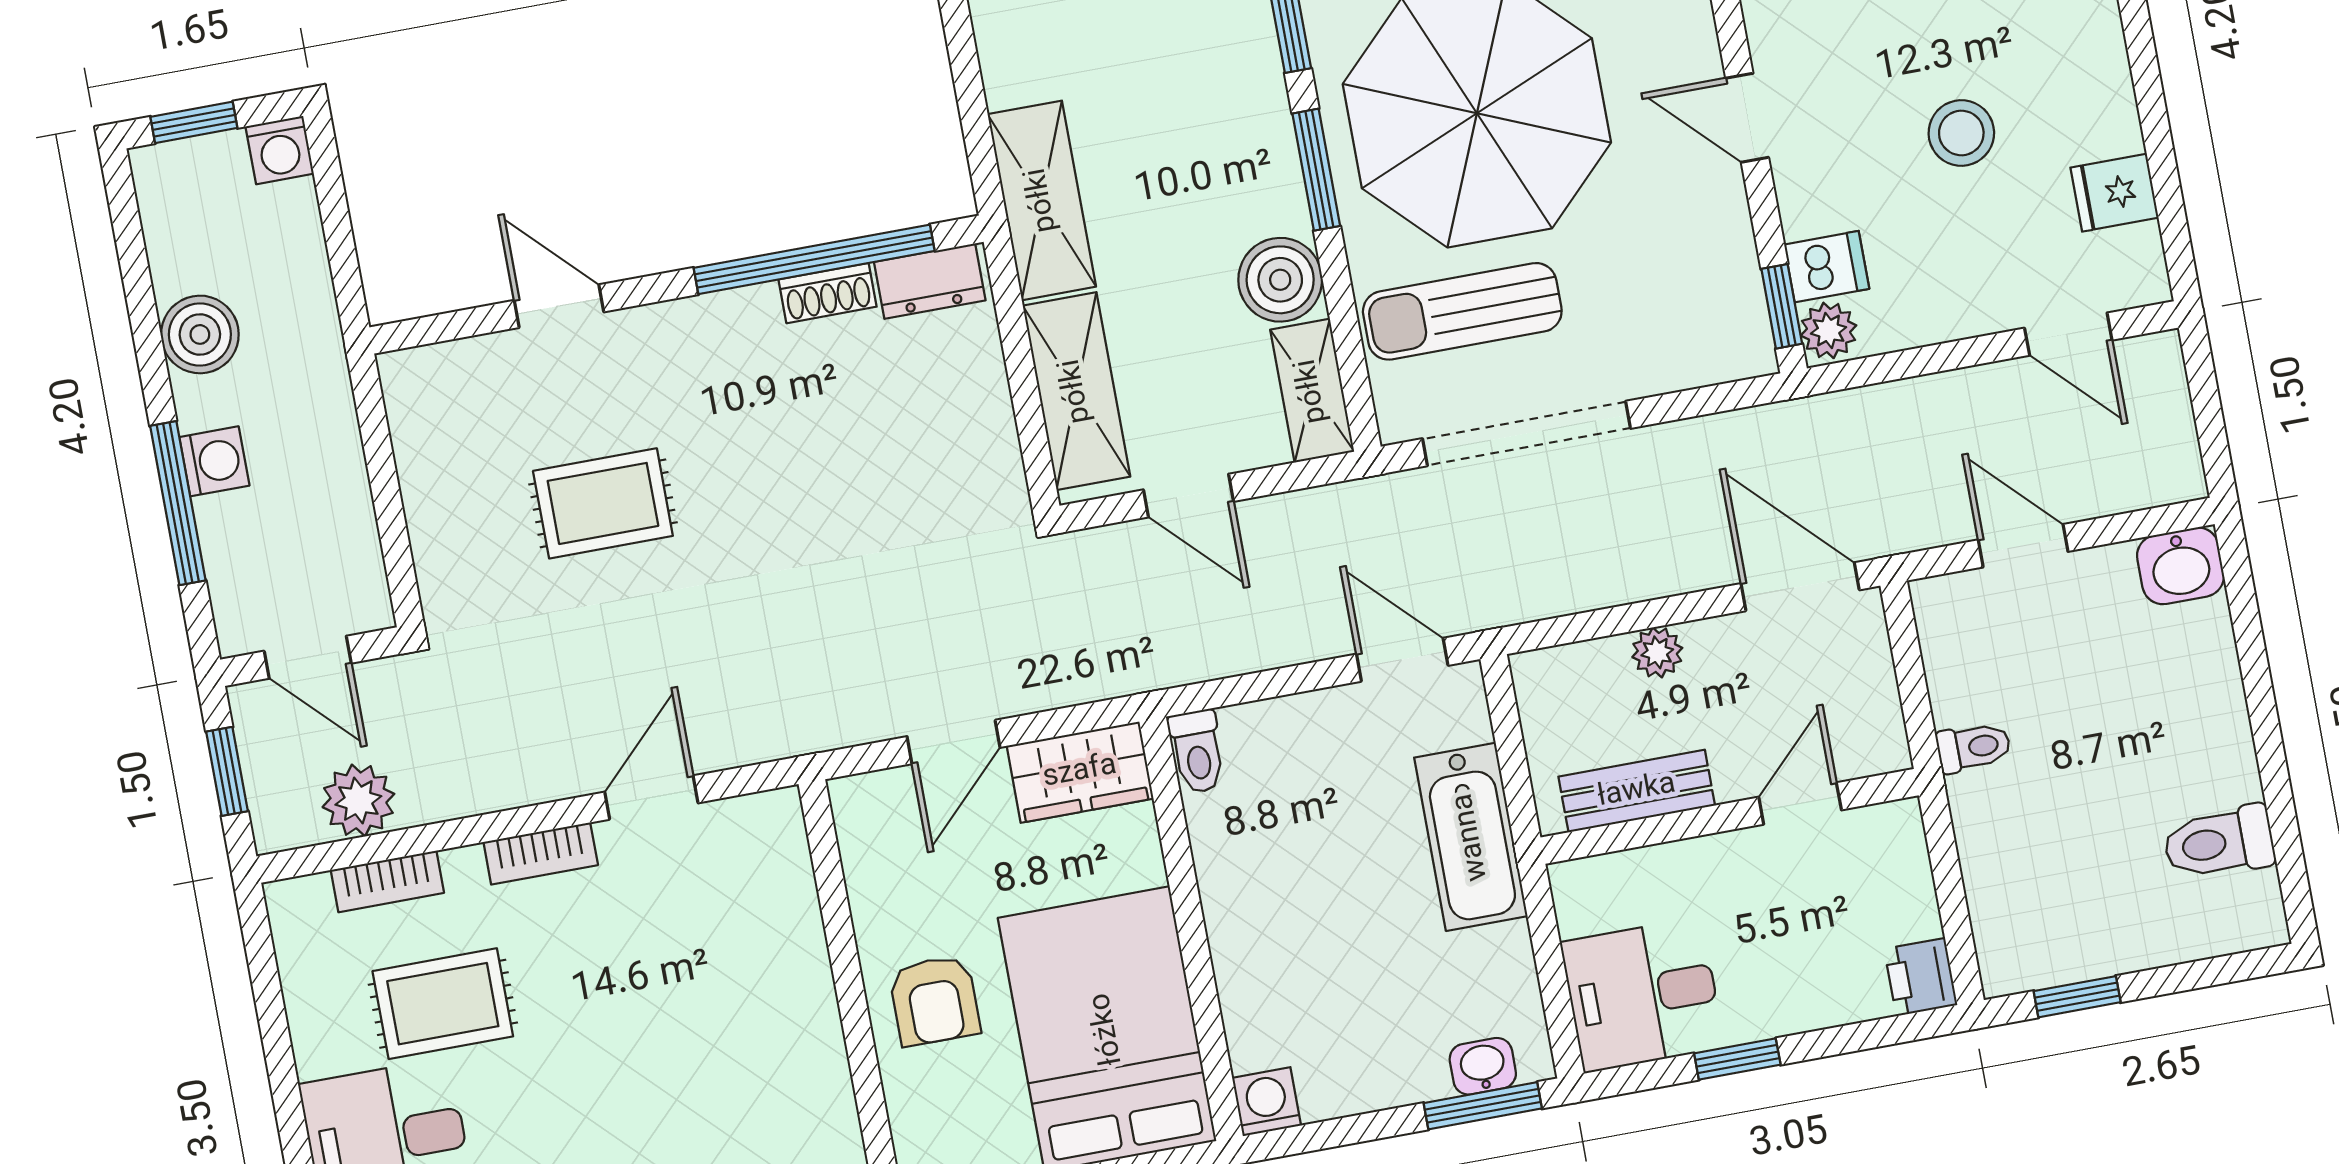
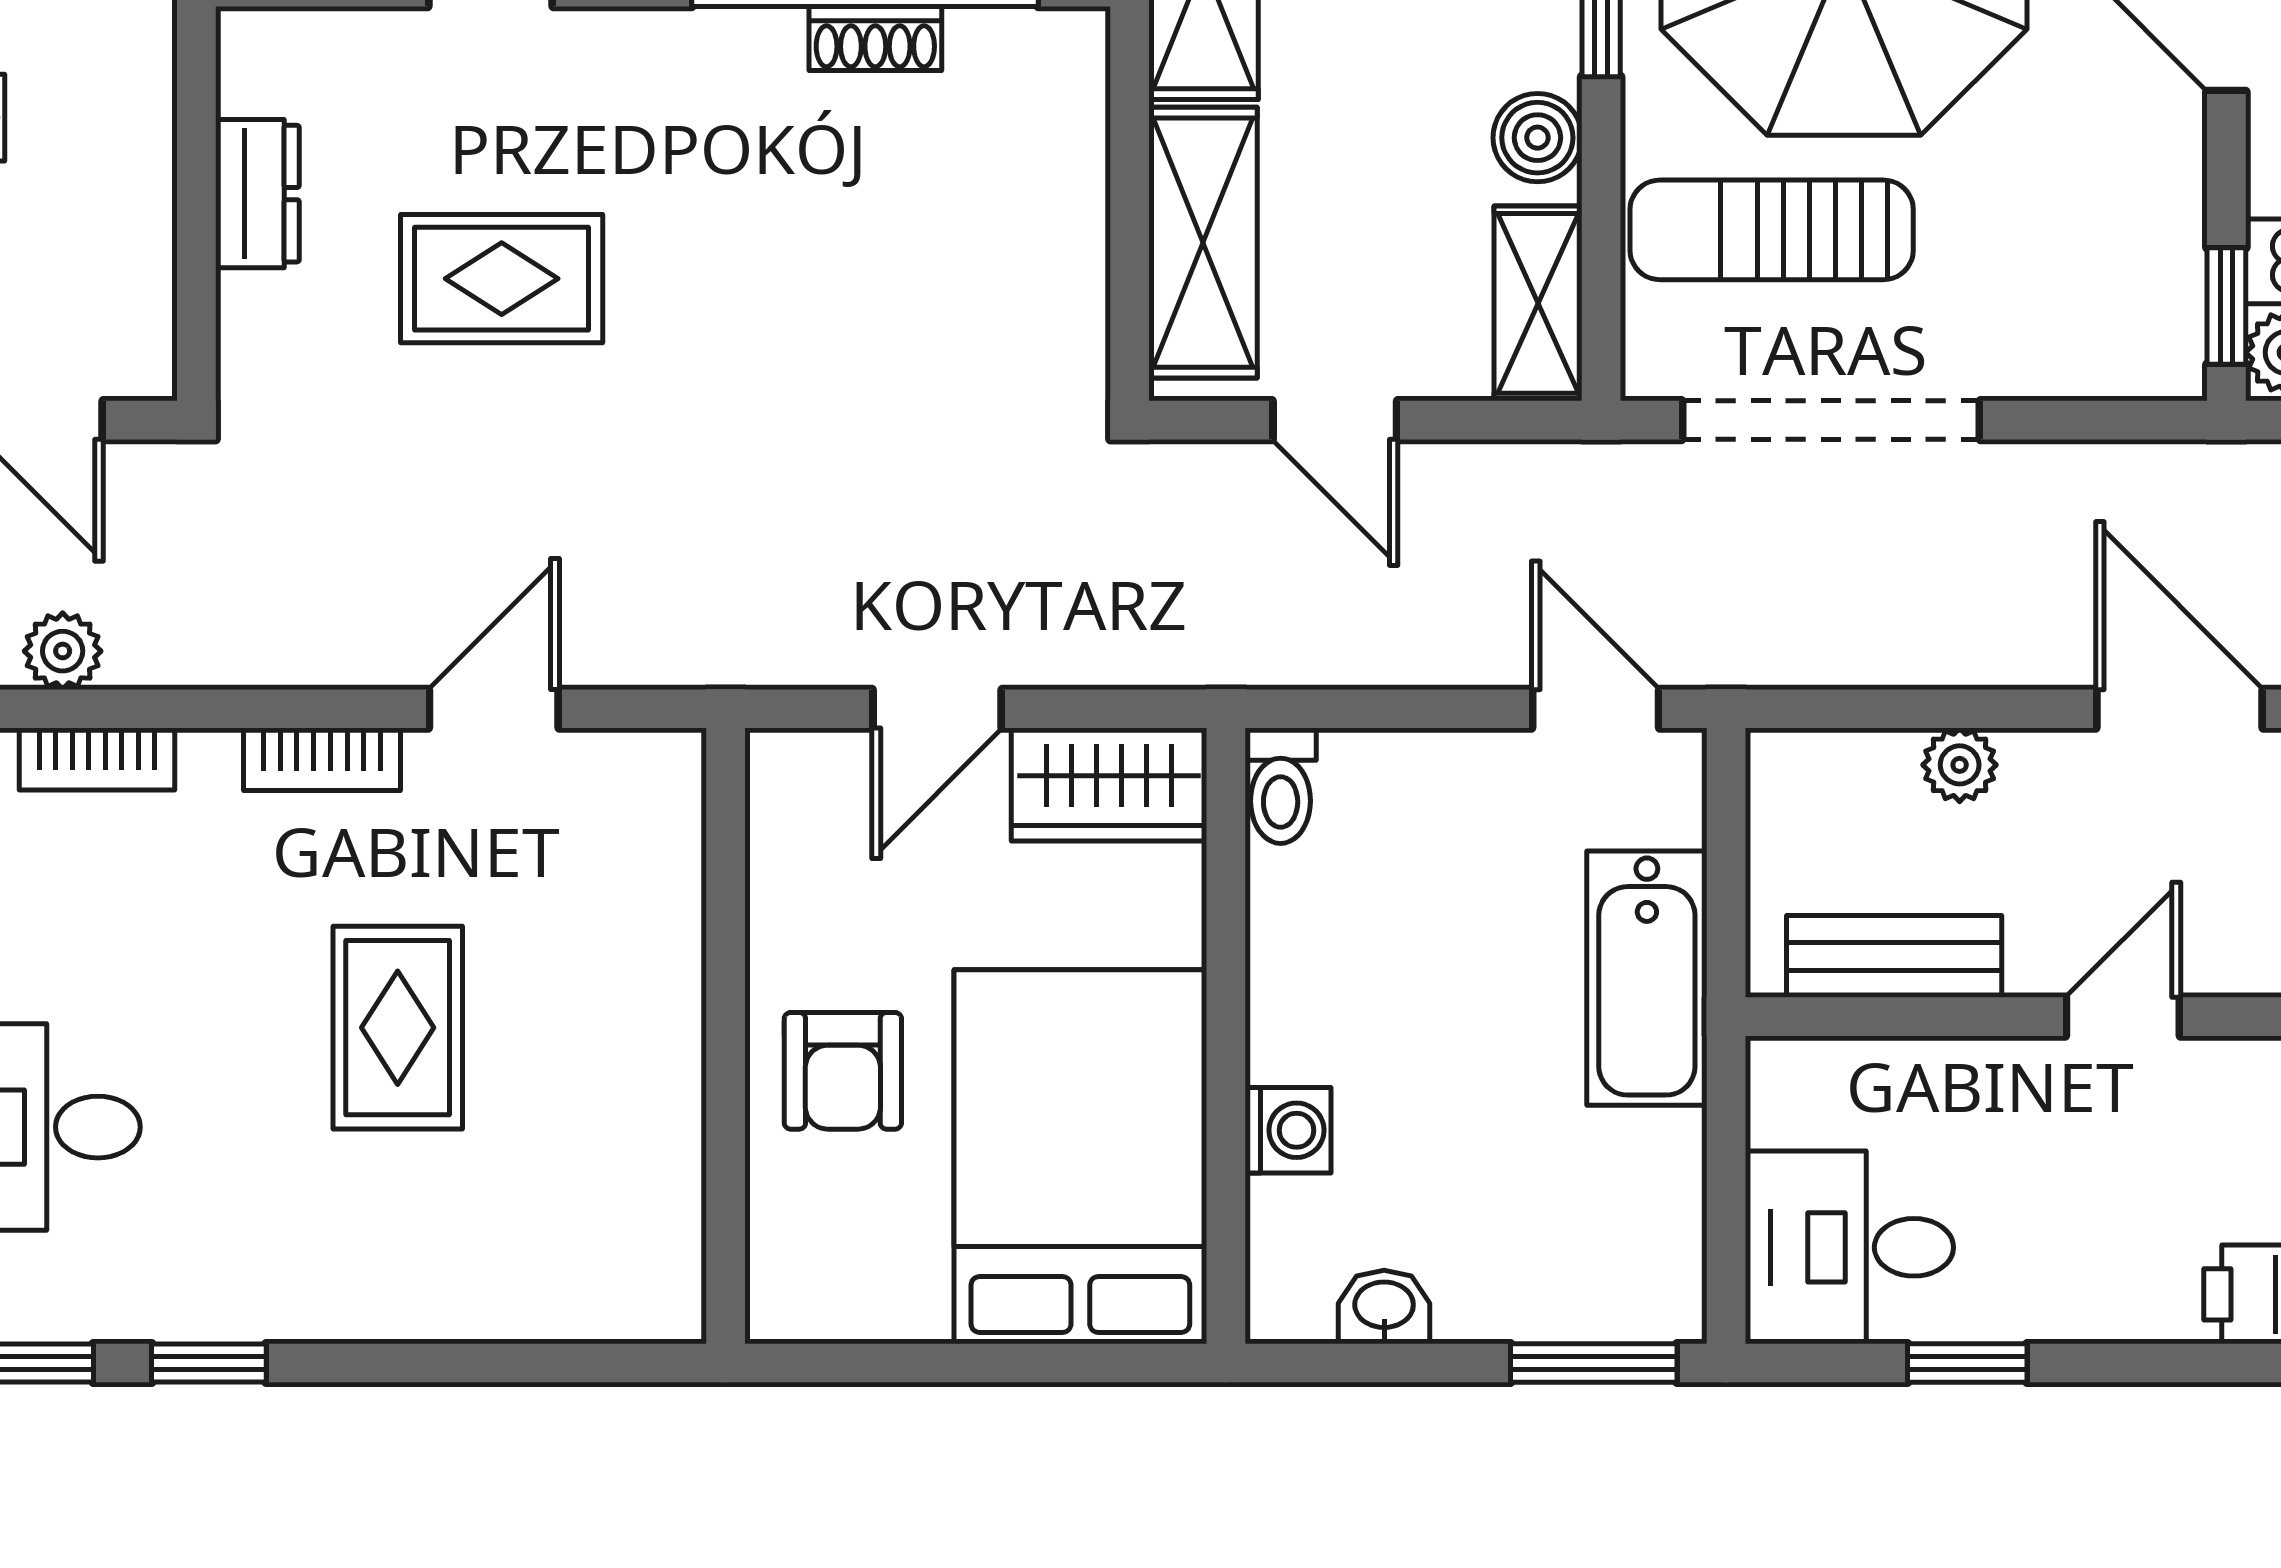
boiler: (1280, 280) -> (1537, 138), width x0.73, depth x0.73
dresser: (930, 281) -> (257, 194), moved, turned -90
plant: (358, 800) -> (63, 651), width x0.73, depth x0.73
rug: (443, 1004) -> (398, 1028), moved, turned 90
washbasin: (1483, 1066) -> (1384, 1307), moved
washing machine: (1267, 1102) -> (1288, 1130), moved, turned 90

